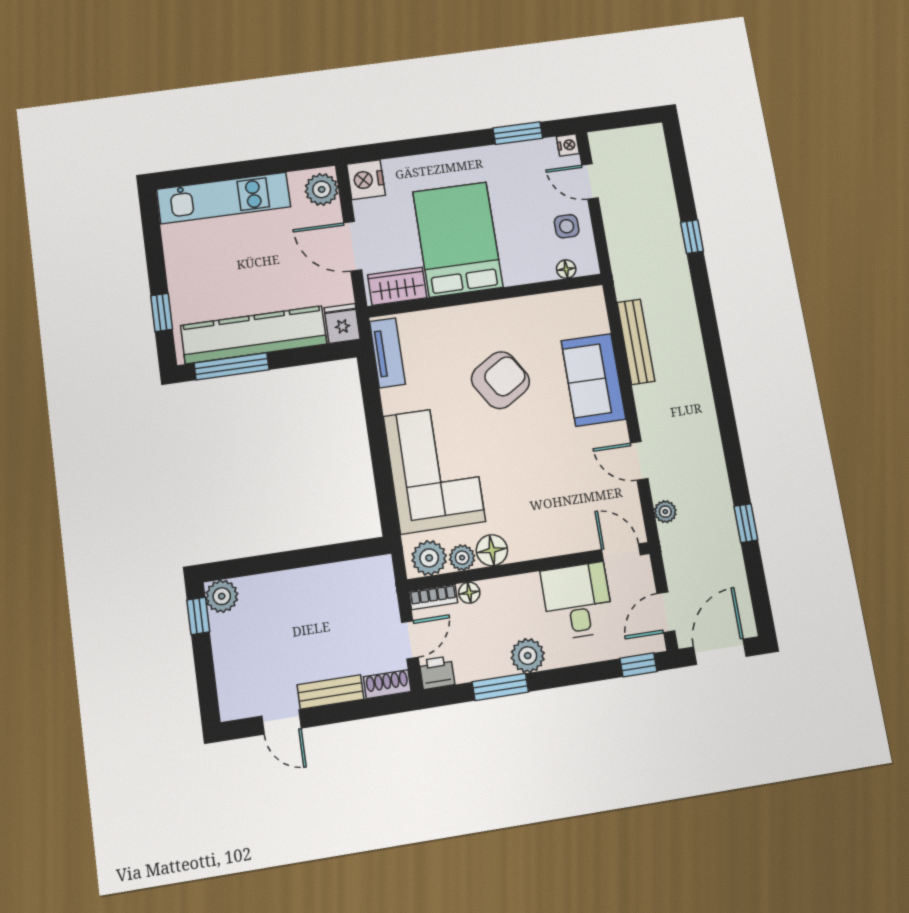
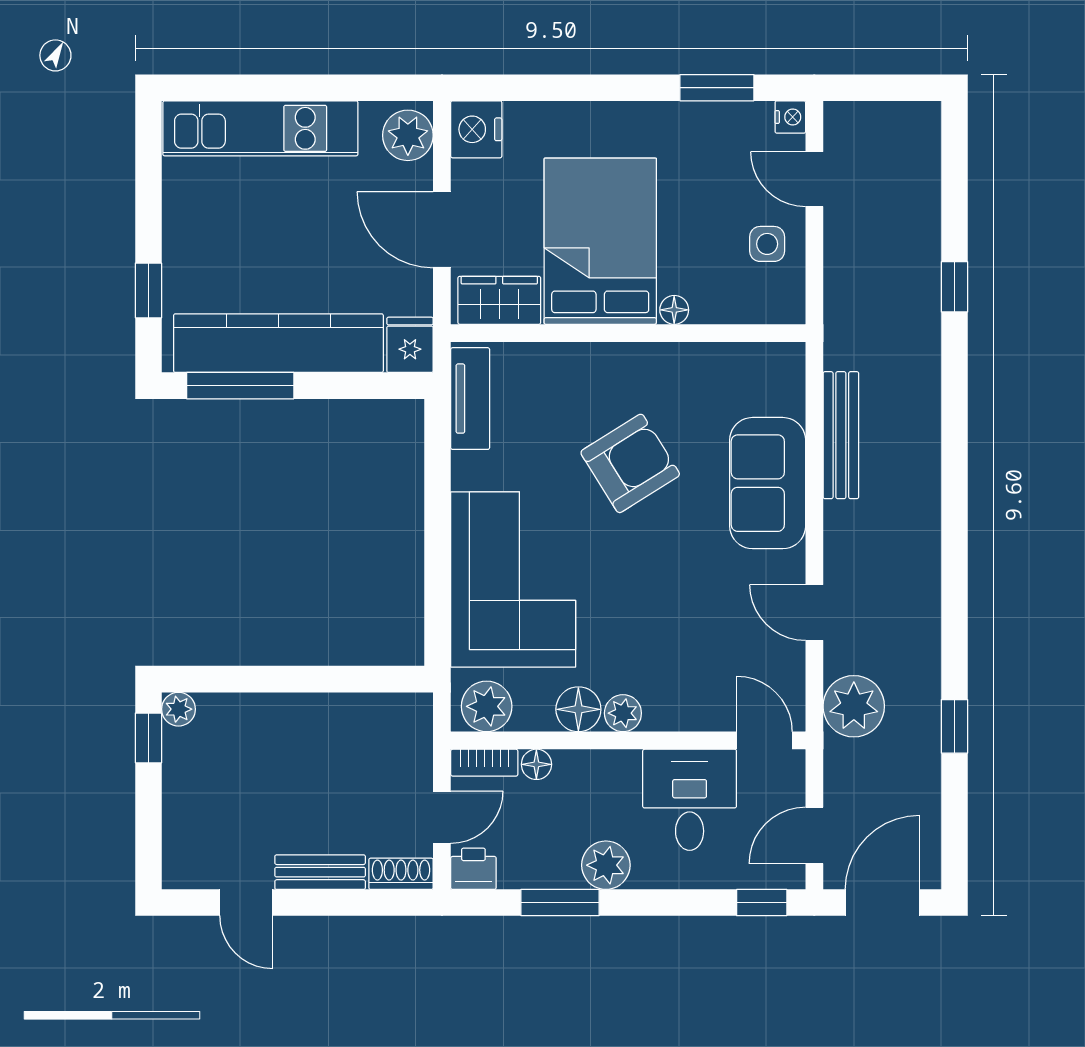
floor lamp: (566, 269) -> (674, 310), moved
plant: (665, 512) -> (854, 706), width x1.88, depth x1.88
plant: (462, 558) -> (623, 713), moved
plant: (222, 596) -> (178, 709), width x0.73, depth x0.73

